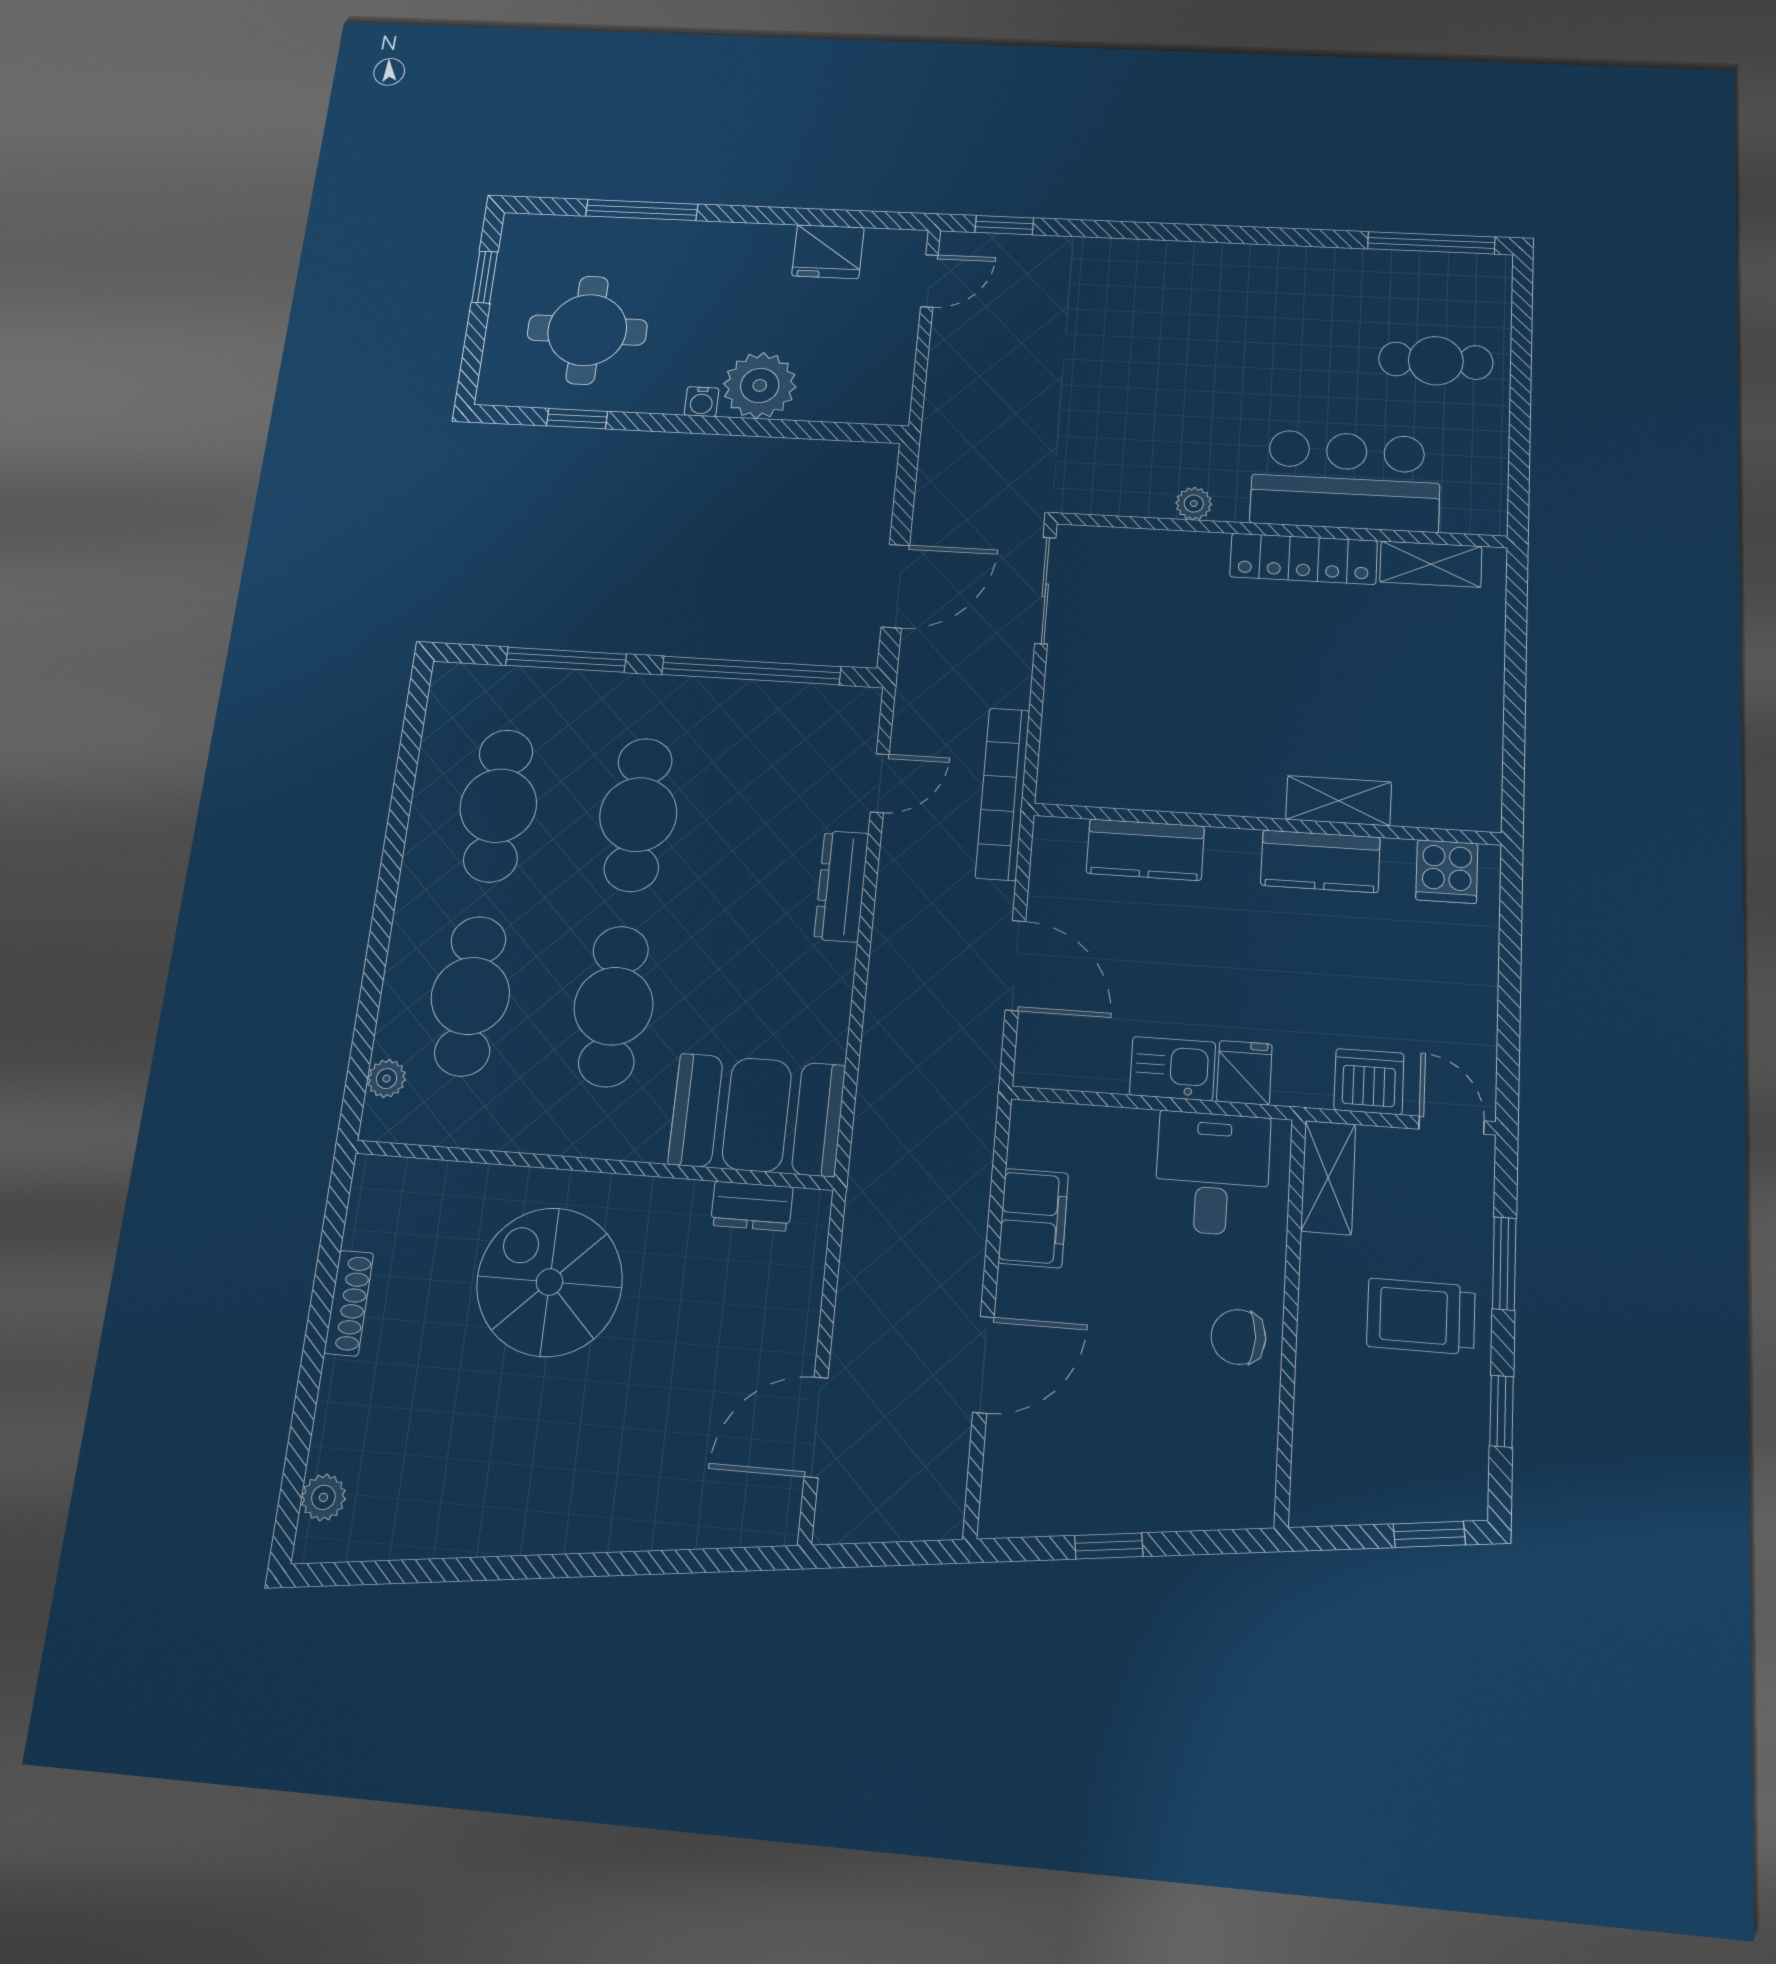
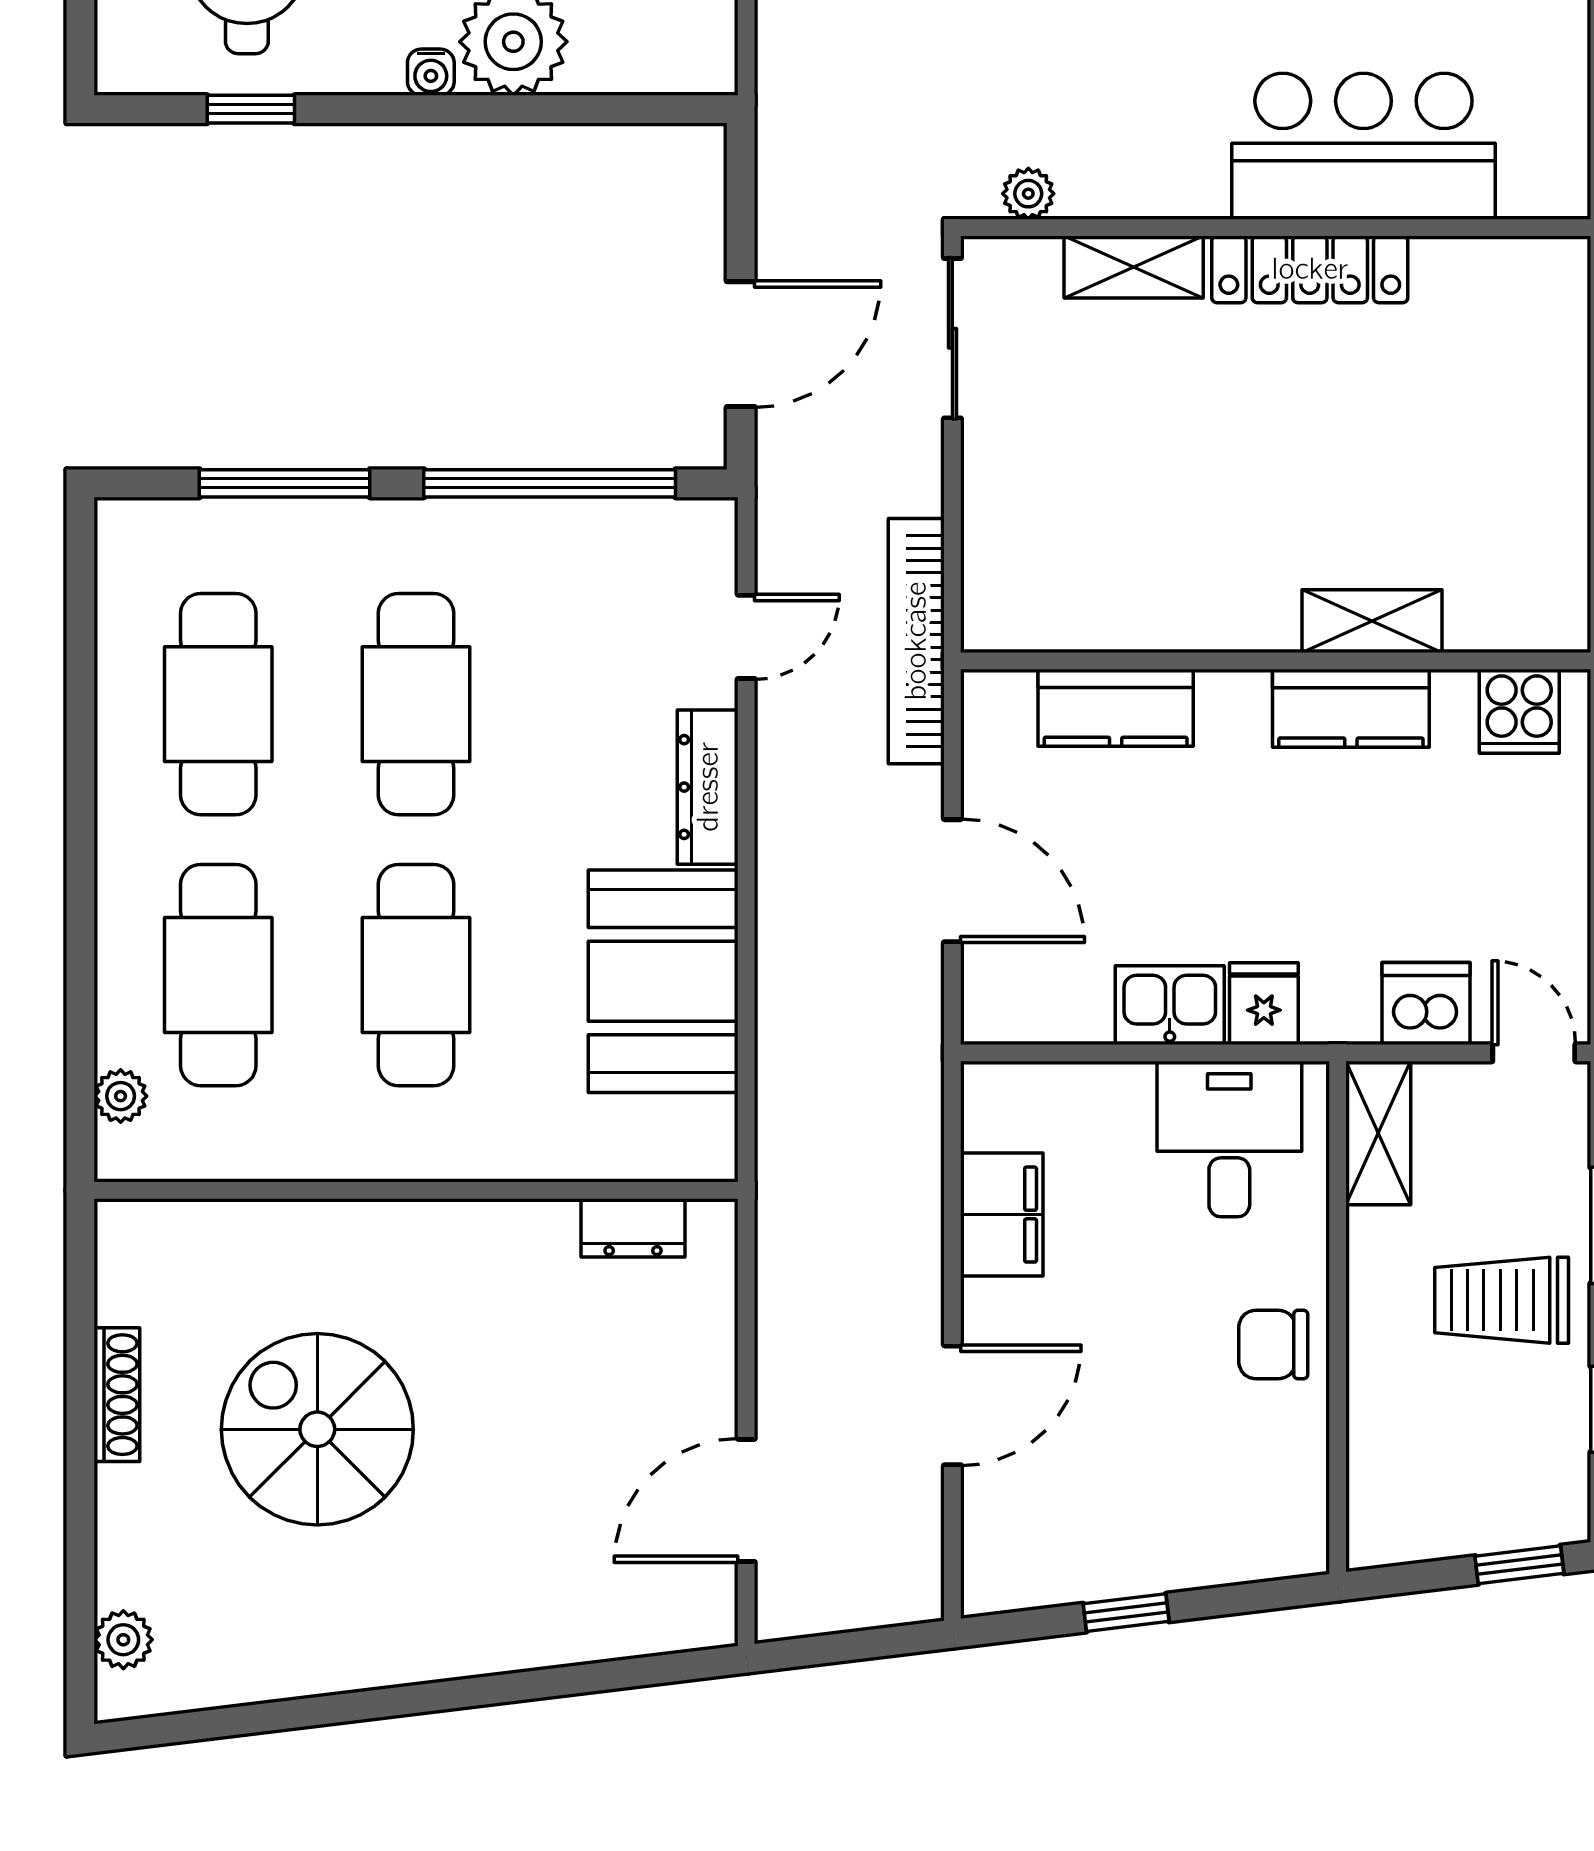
plant: (1194, 504) -> (1028, 194), moved
shelving: (1431, 564) -> (1134, 267), moved
booth: (757, 1115) -> (663, 981), moved, turned 90
spiral stairs: (549, 1282) -> (317, 1429), moved

